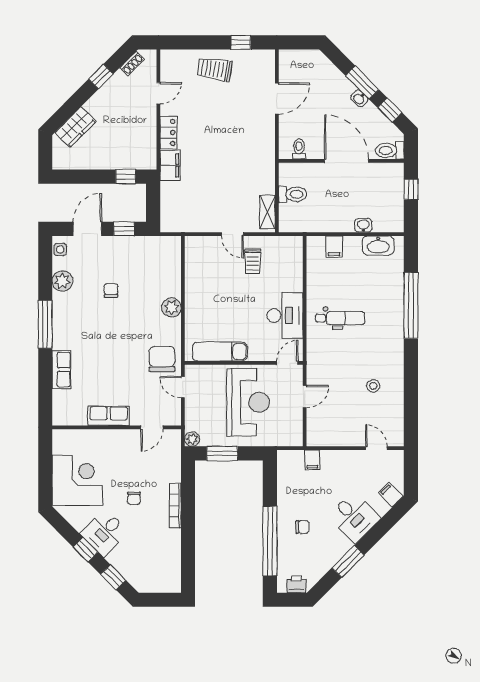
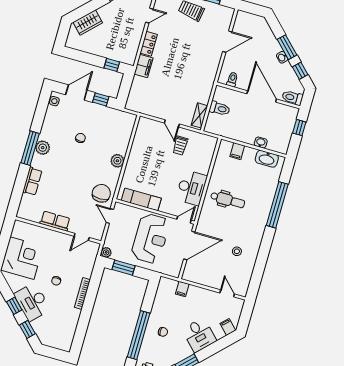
plant: (62, 281) -> (43, 148), moved
door: (305, 397) -> (189, 245), width x1.87
desk: (104, 533) -> (32, 302), width x1.37

